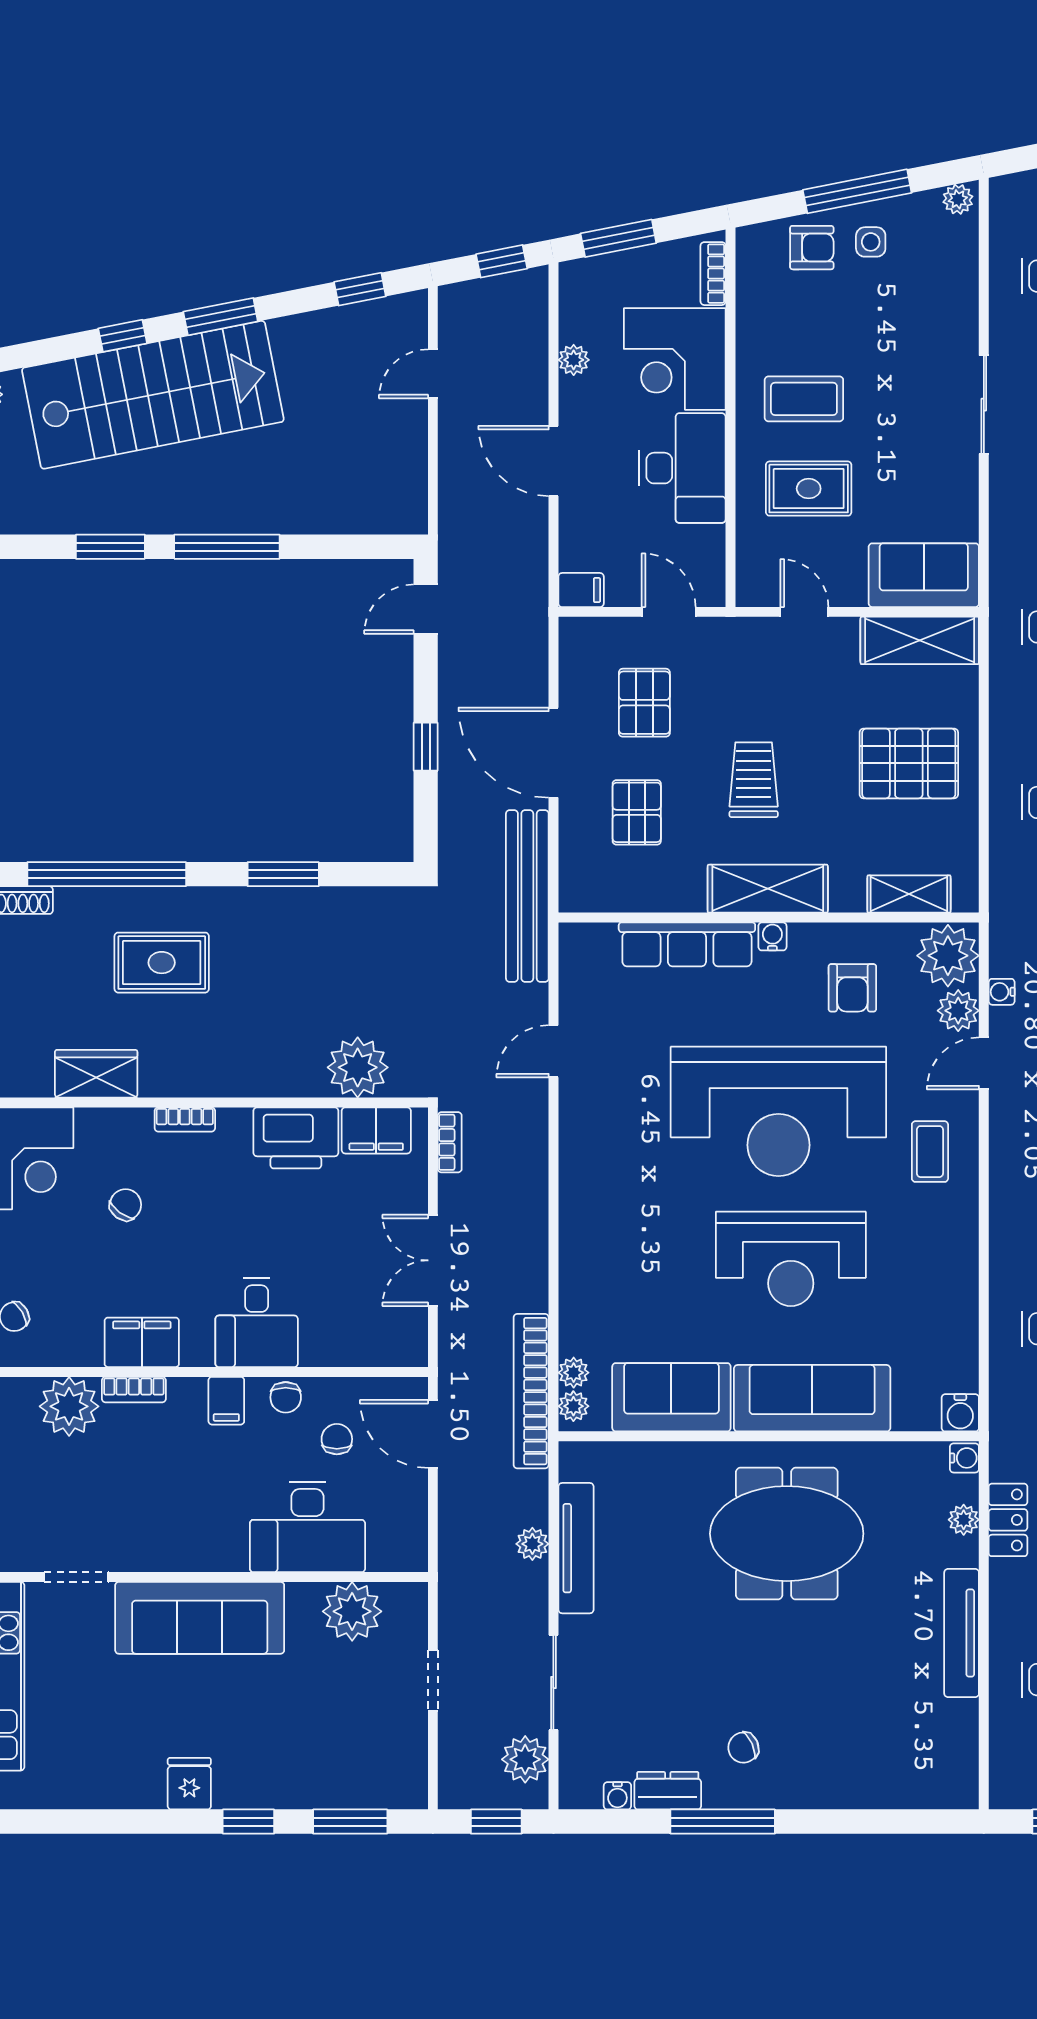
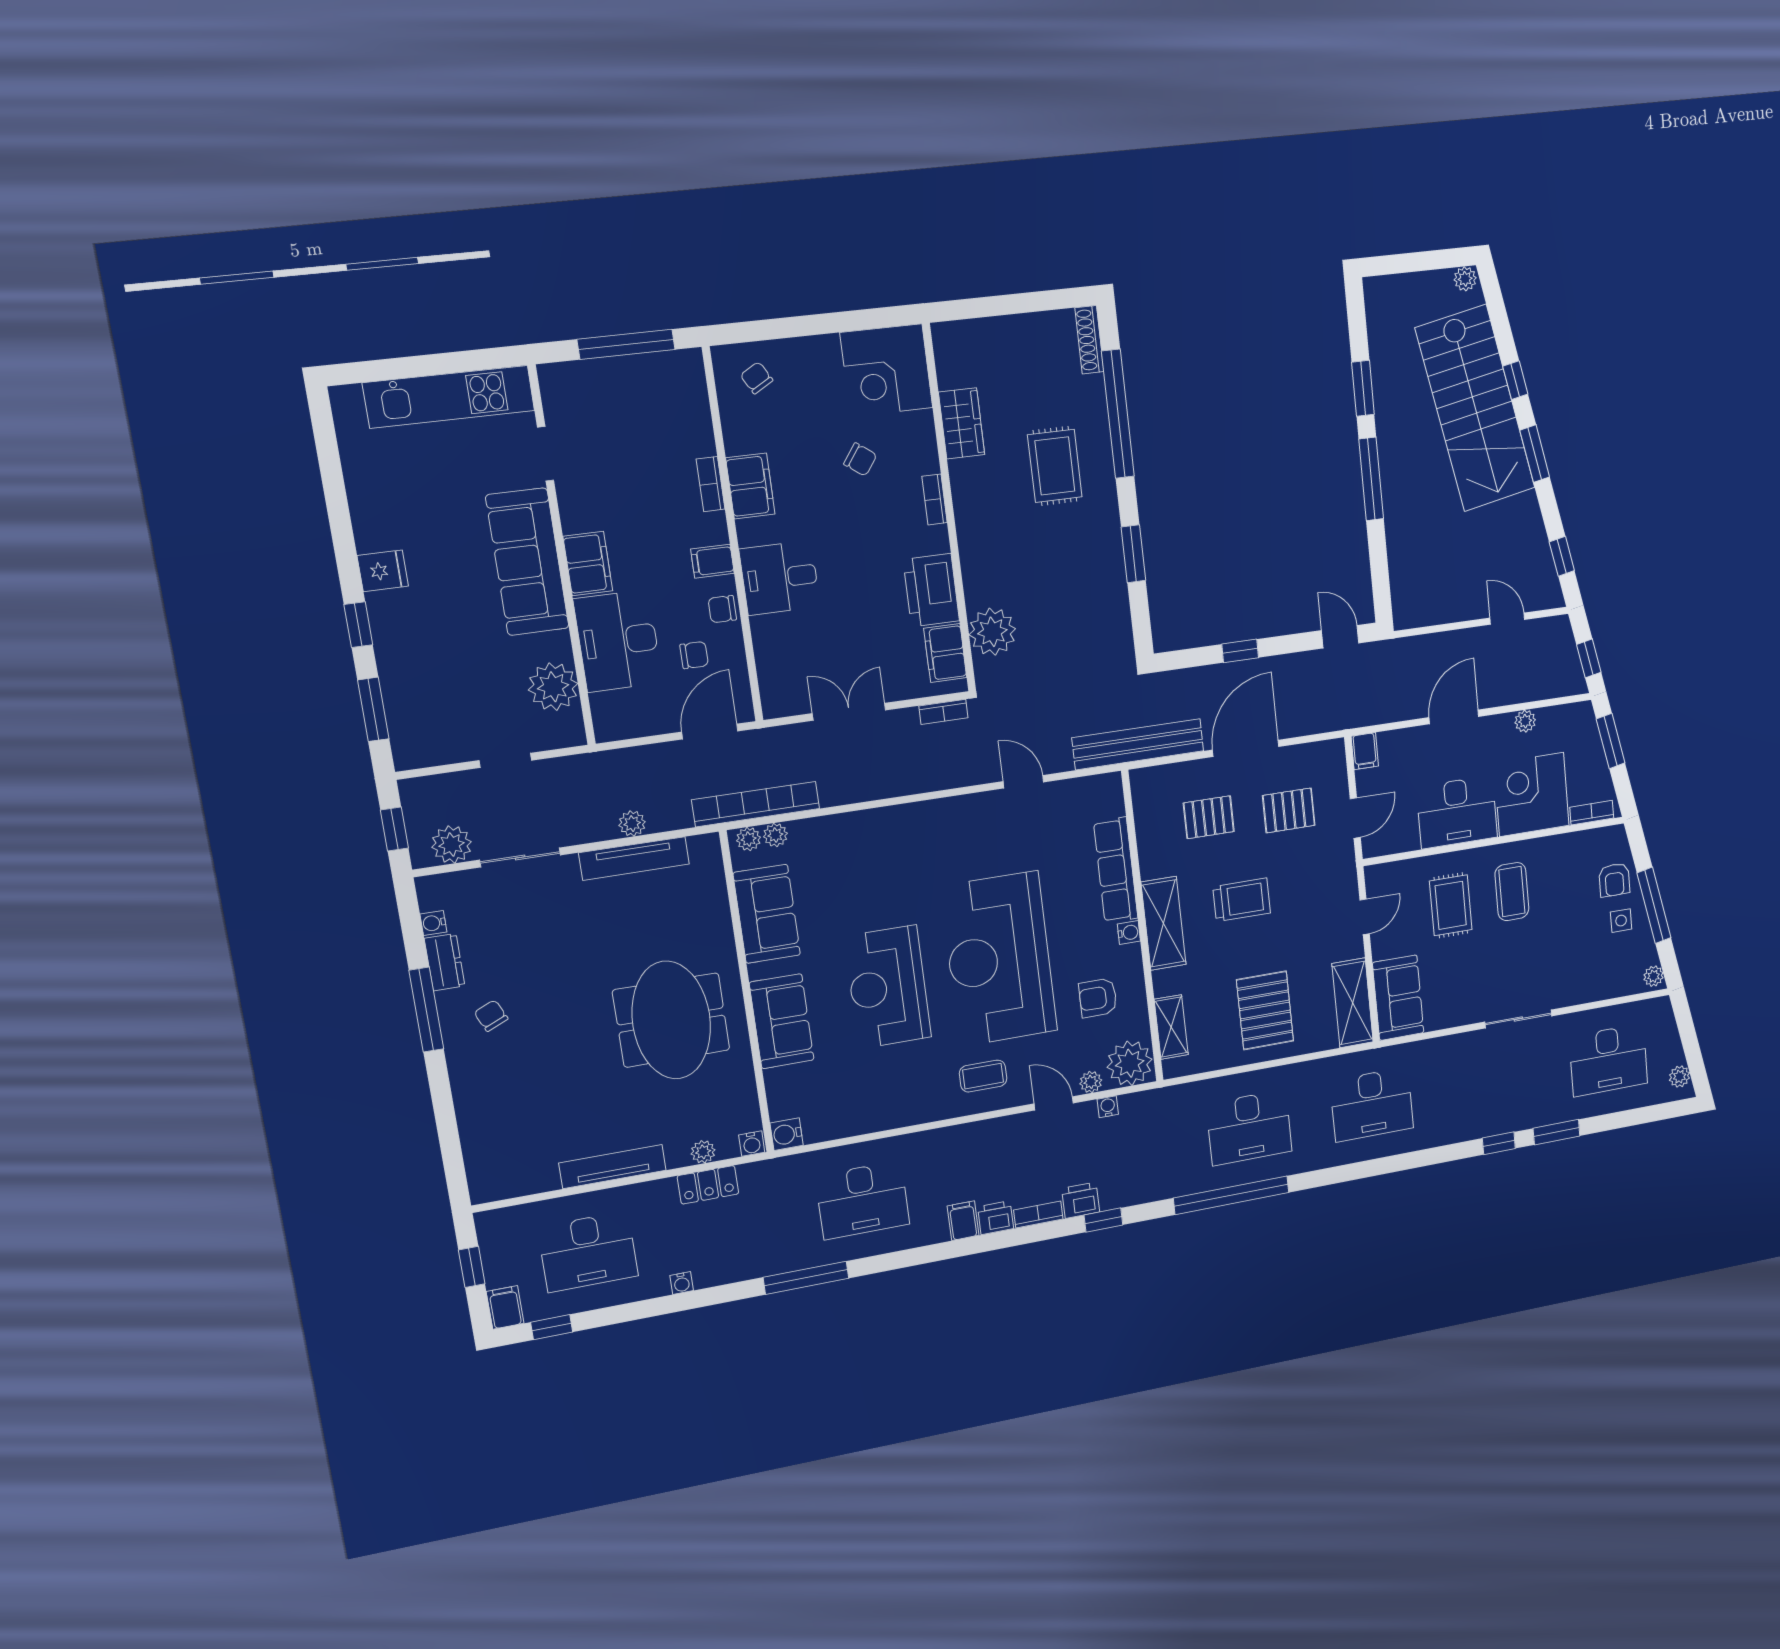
plant: (958, 1011) -> (1091, 1082), width x0.73, depth x0.73
sofa: (812, 1398) -> (782, 1021), width x0.73
plant: (69, 1406) -> (689, 432), removed
filing cabinet: (211, 1548) -> (588, 564), added

